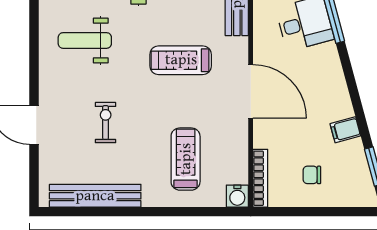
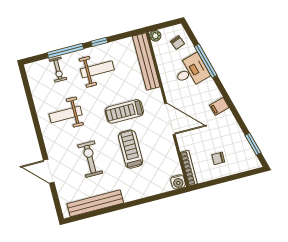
exercise bike: (106, 123) -> (90, 159), width x1.38, depth x1.39
filing cabinet: (345, 130) -> (219, 106), moved
treadmill: (186, 159) -> (131, 149), moved

